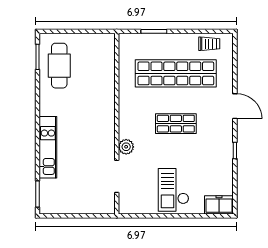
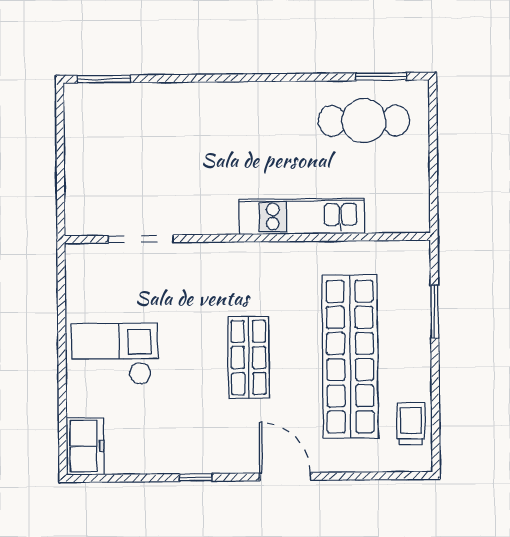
trolley: (209, 44) -> (411, 424), turned 180
door: (235, 106) -> (285, 477), swing flipped
kitchen unit: (48, 147) -> (302, 216), moved, turned 180
plant: (126, 147) -> (201, 257), removed

